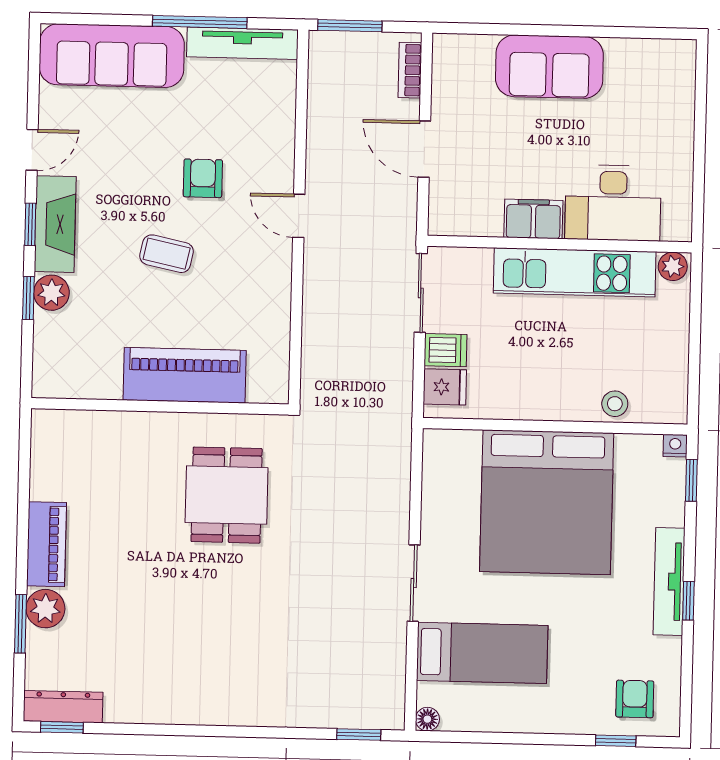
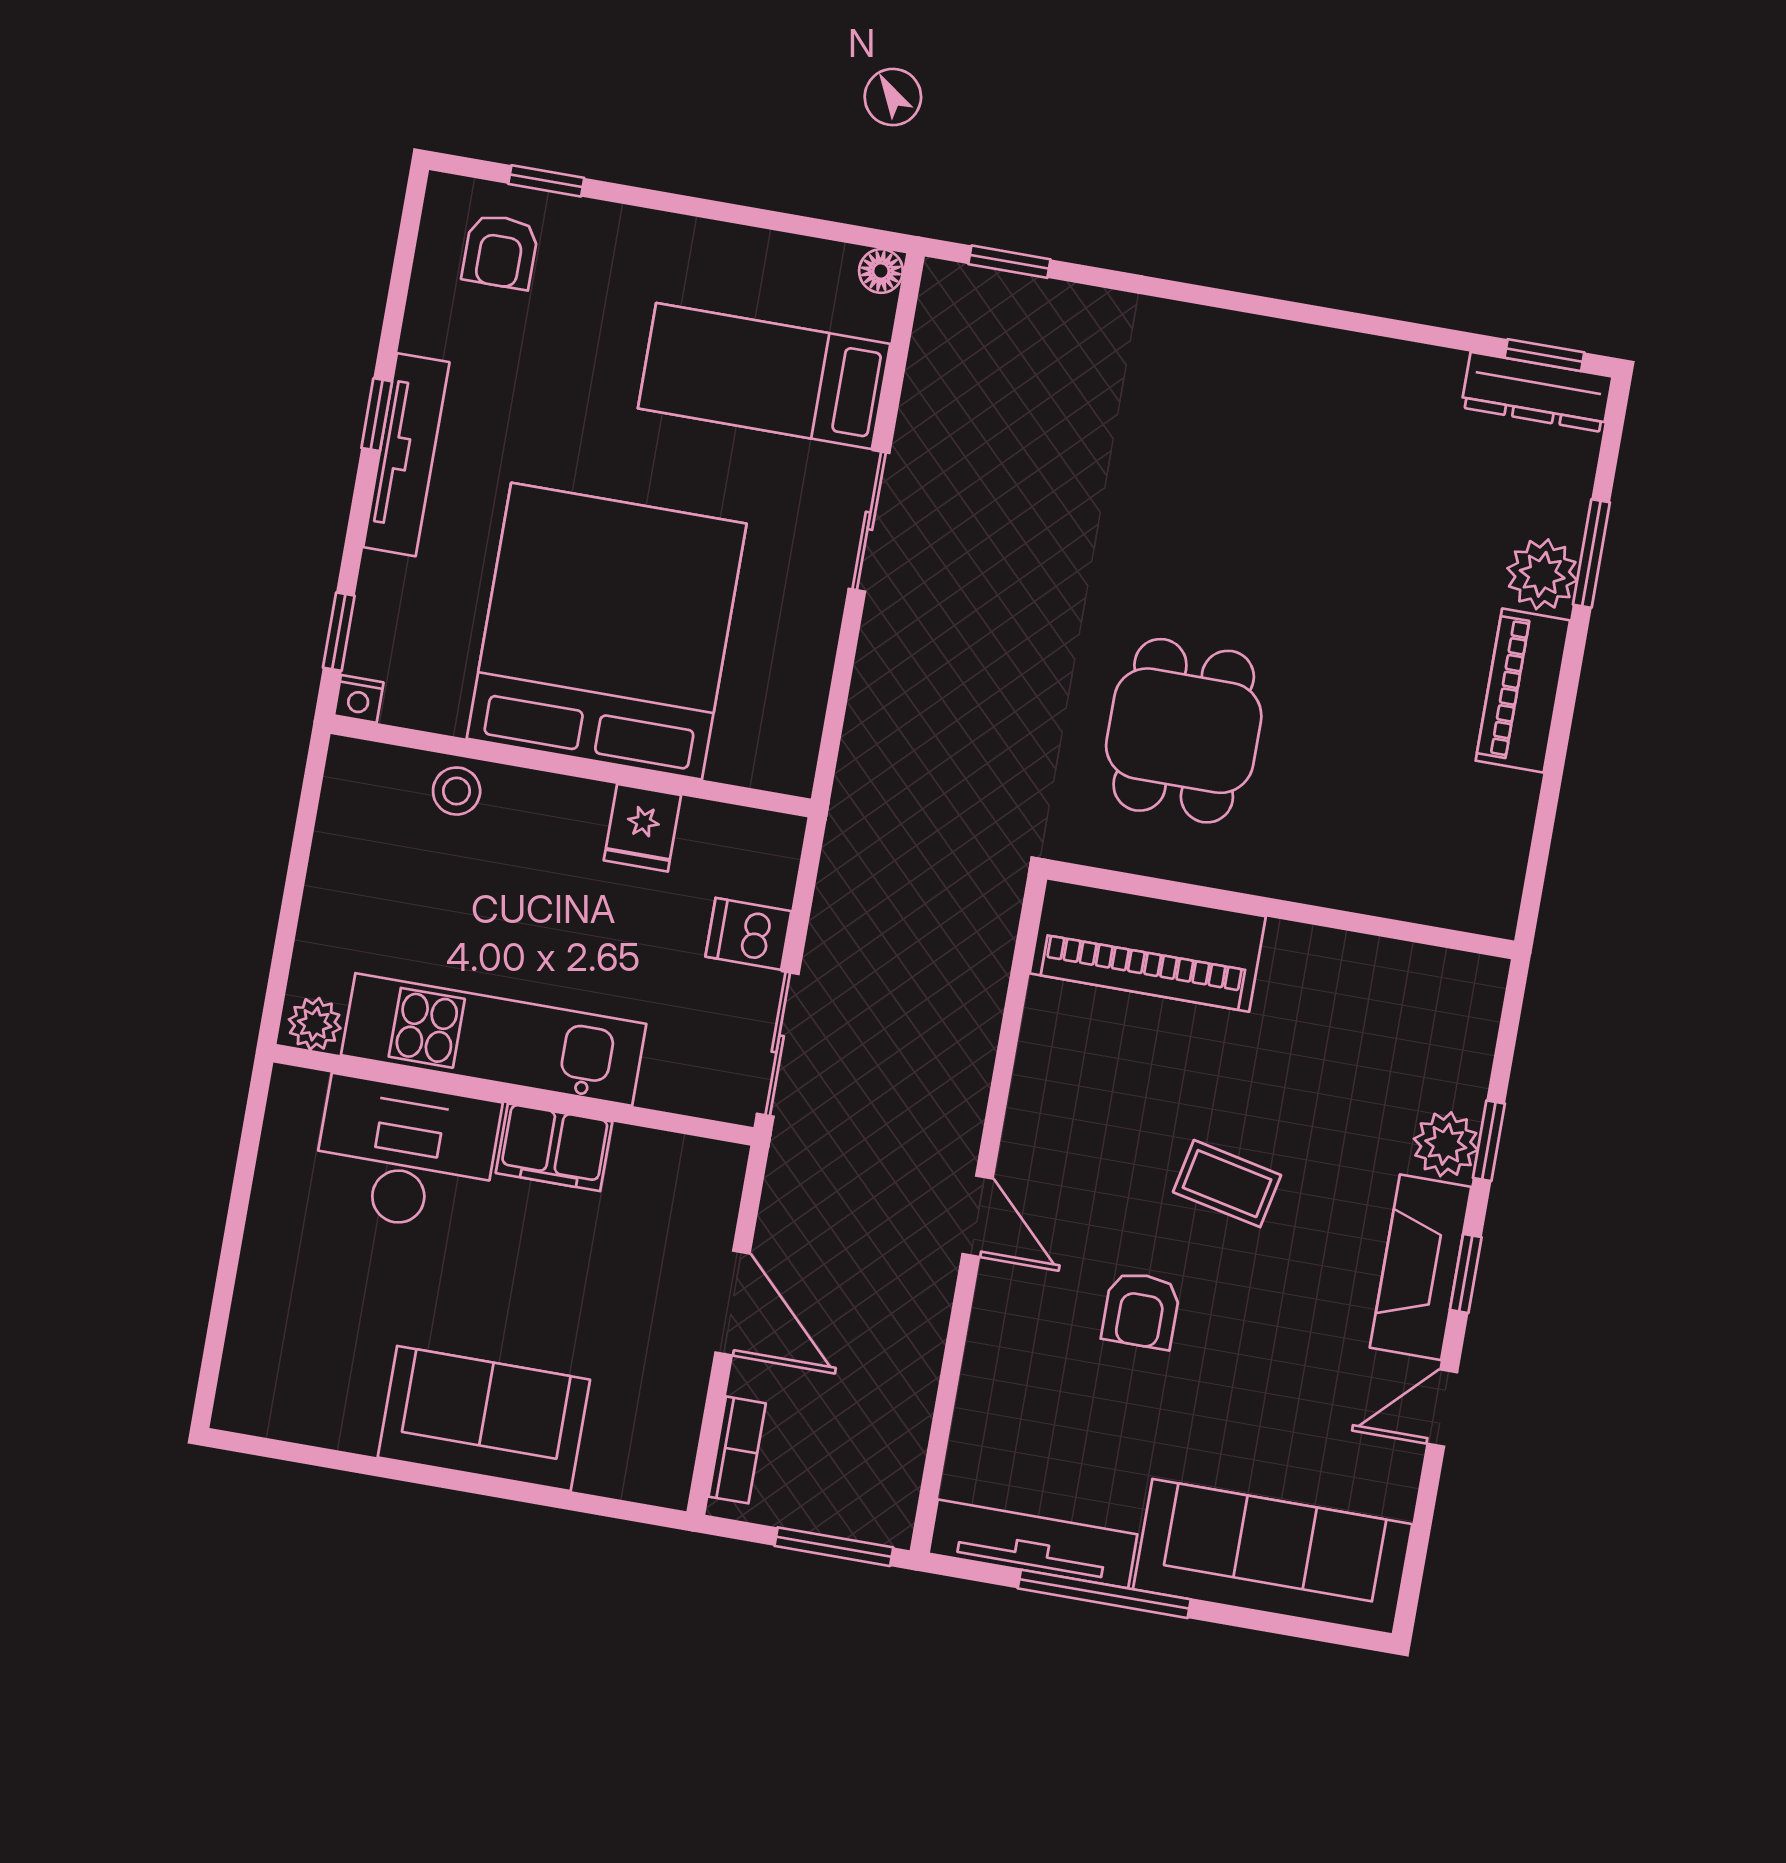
piano: (185, 375) -> (1148, 945), moved
fridge: (445, 387) -> (642, 828), moved, turned -90

